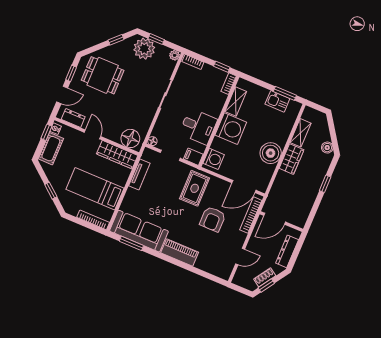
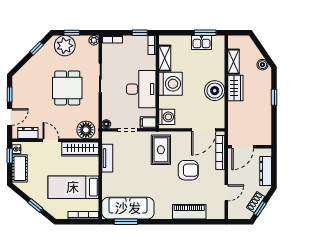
dining table: (103, 75) -> (67, 88), moved, turned 90
desk: (198, 127) -> (141, 89), width x1.37
armchair: (213, 219) -> (188, 170), turned -90
piano: (180, 252) -> (189, 212), moved

